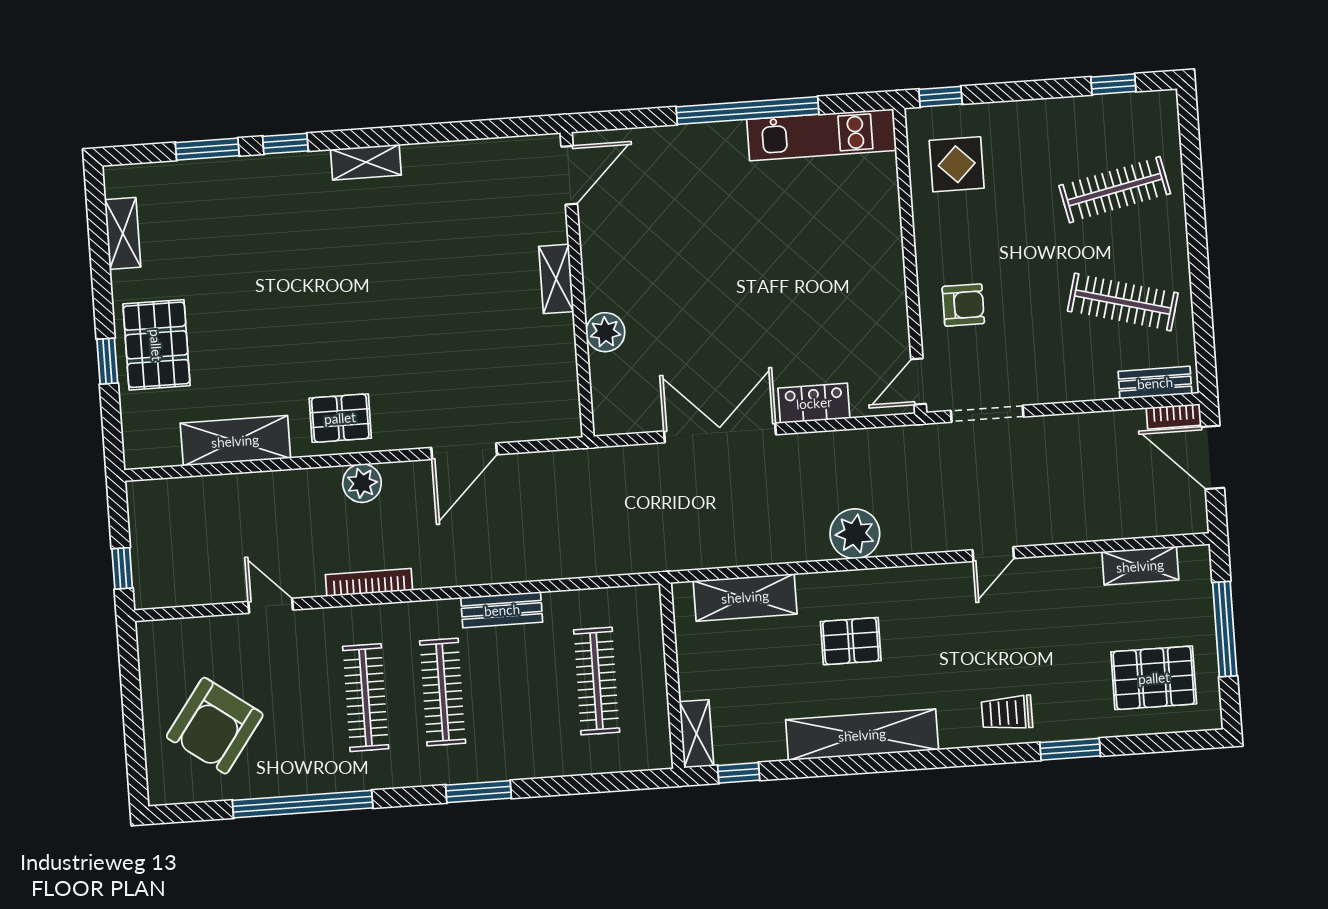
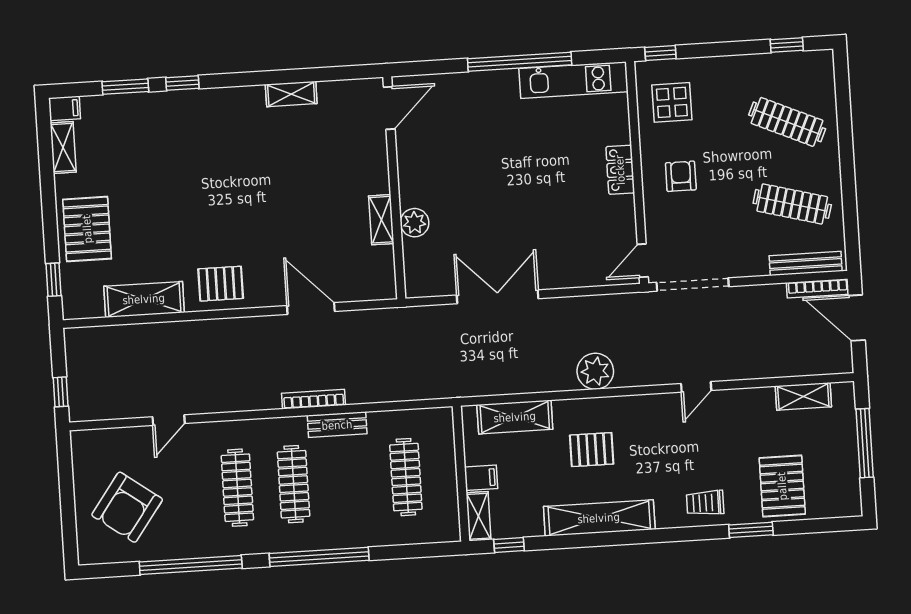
shelving: (366, 162) -> (291, 94), moved
filing cabinet: (124, 180) -> (64, 108), added
clothes rail: (1115, 190) -> (787, 122), turned 36
shelving: (556, 279) -> (381, 220), moved
armchair: (963, 305) -> (681, 176), moved, turned -90
window: (107, 361) -> (54, 280), moved
bench: (1155, 383) -> (806, 263), width x1.36
locker: (814, 403) -> (620, 170), moved, turned -90
doorway: (987, 414) -> (693, 285), width x1.36
bookcase: (1174, 416) -> (818, 288), width x1.56
door: (464, 451) -> (311, 309), swing flipped
plant: (362, 483) -> (236, 331), removed
bookcase: (369, 582) -> (314, 399), moved
door: (271, 606) -> (169, 420), swing flipped
pallet: (1154, 678) -> (782, 486), moved, turned 90
filing cabinet: (699, 681) -> (481, 478), added
window: (479, 792) -> (319, 557), width x2.11

